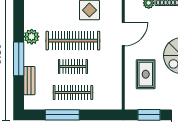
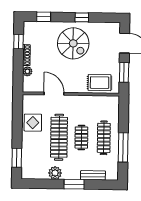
window: (19, 59) -> (74, 184), width x0.69
rug: (146, 74) -> (100, 83), moved

